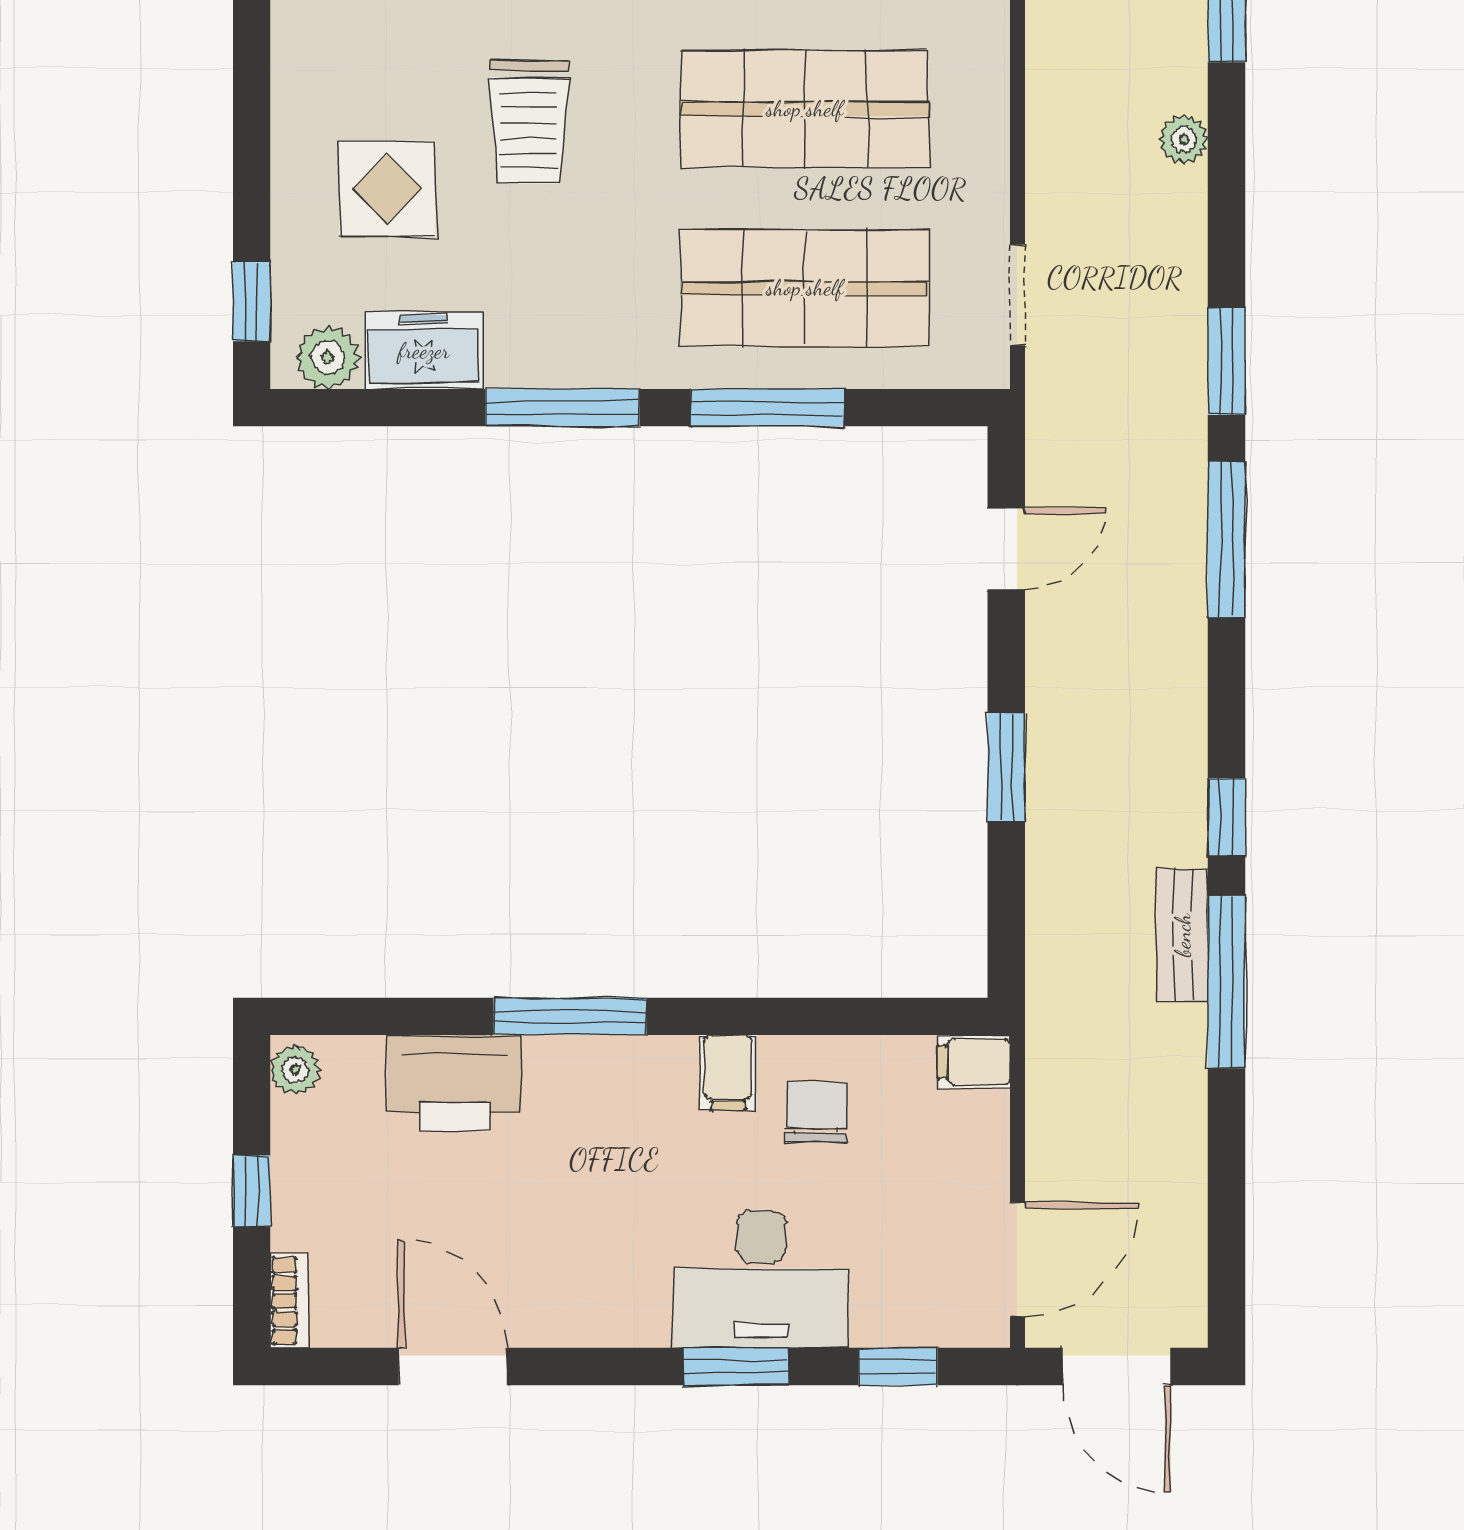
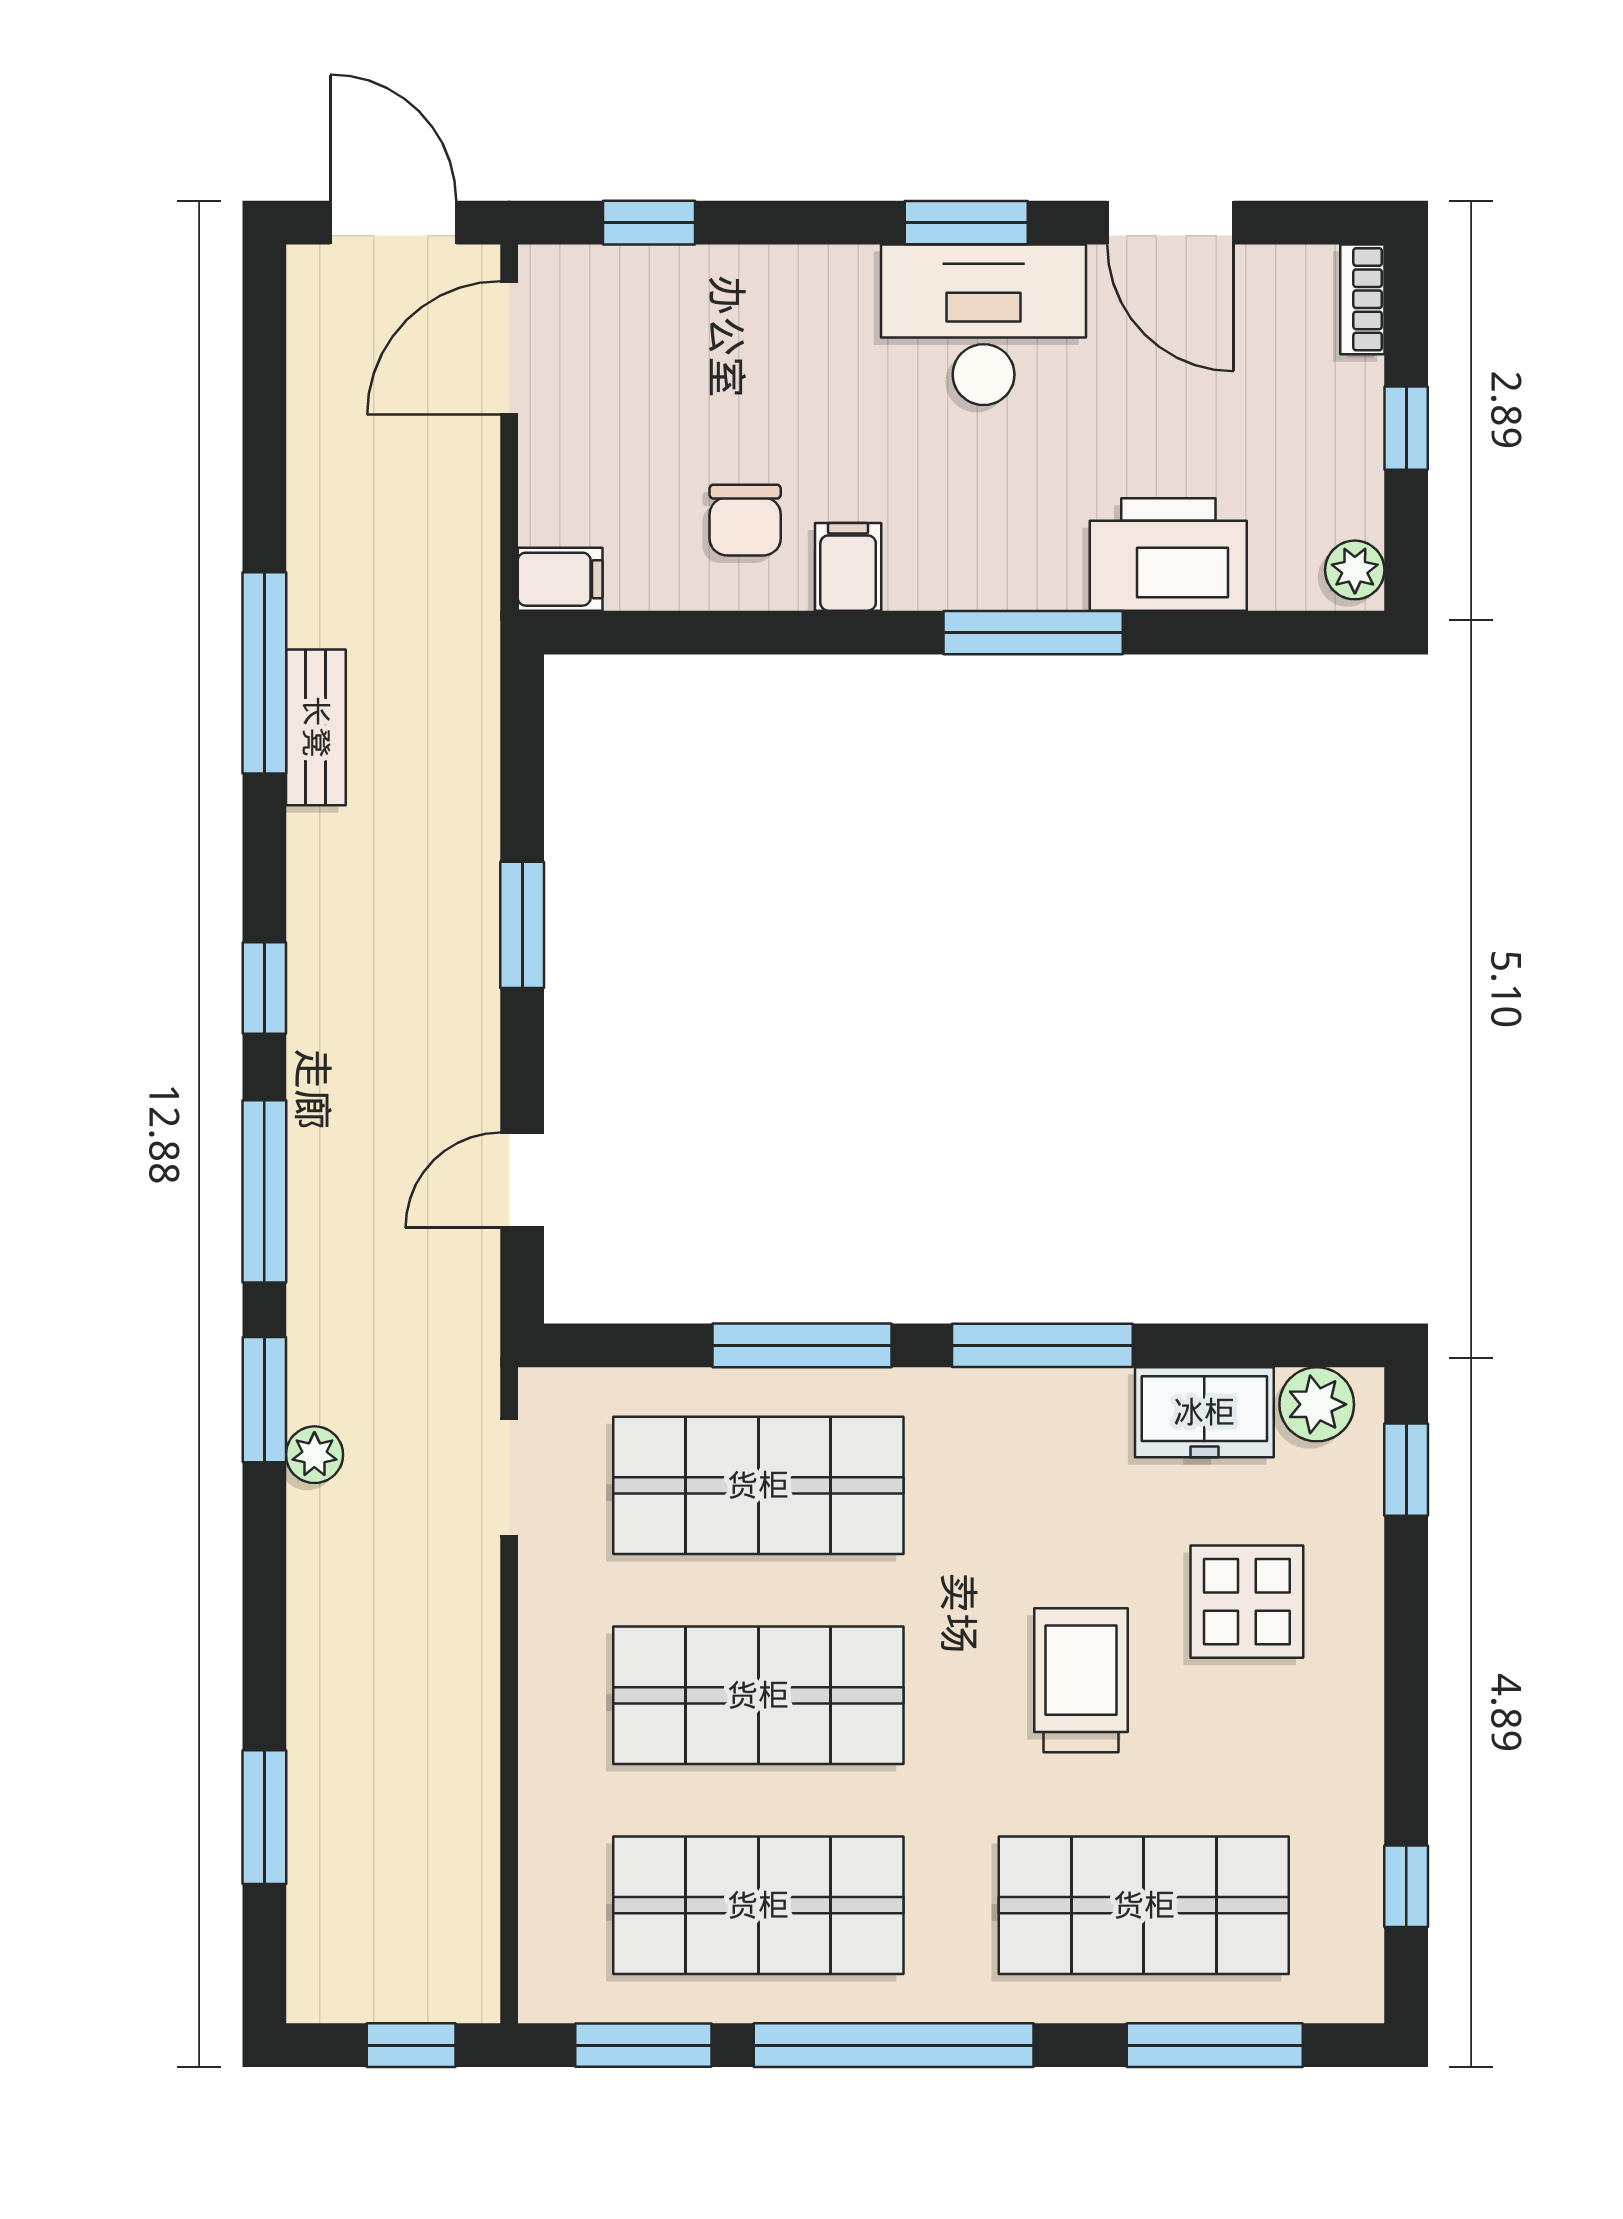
plant: (1184, 140) -> (314, 1455), moved
window: (1227, 817) -> (264, 988), moved
desk: (761, 1279) -> (984, 325), moved
window: (736, 1367) -> (966, 223), moved

